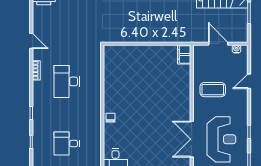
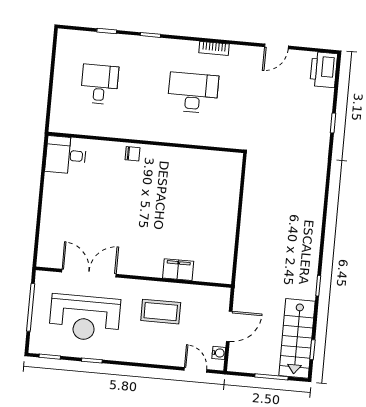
door: (31, 41) -> (276, 46), moved
filing cabinet: (184, 55) -> (178, 270), moved
door: (249, 81) -> (196, 370), moved
coffee table: (213, 90) -> (161, 312), turned 90

